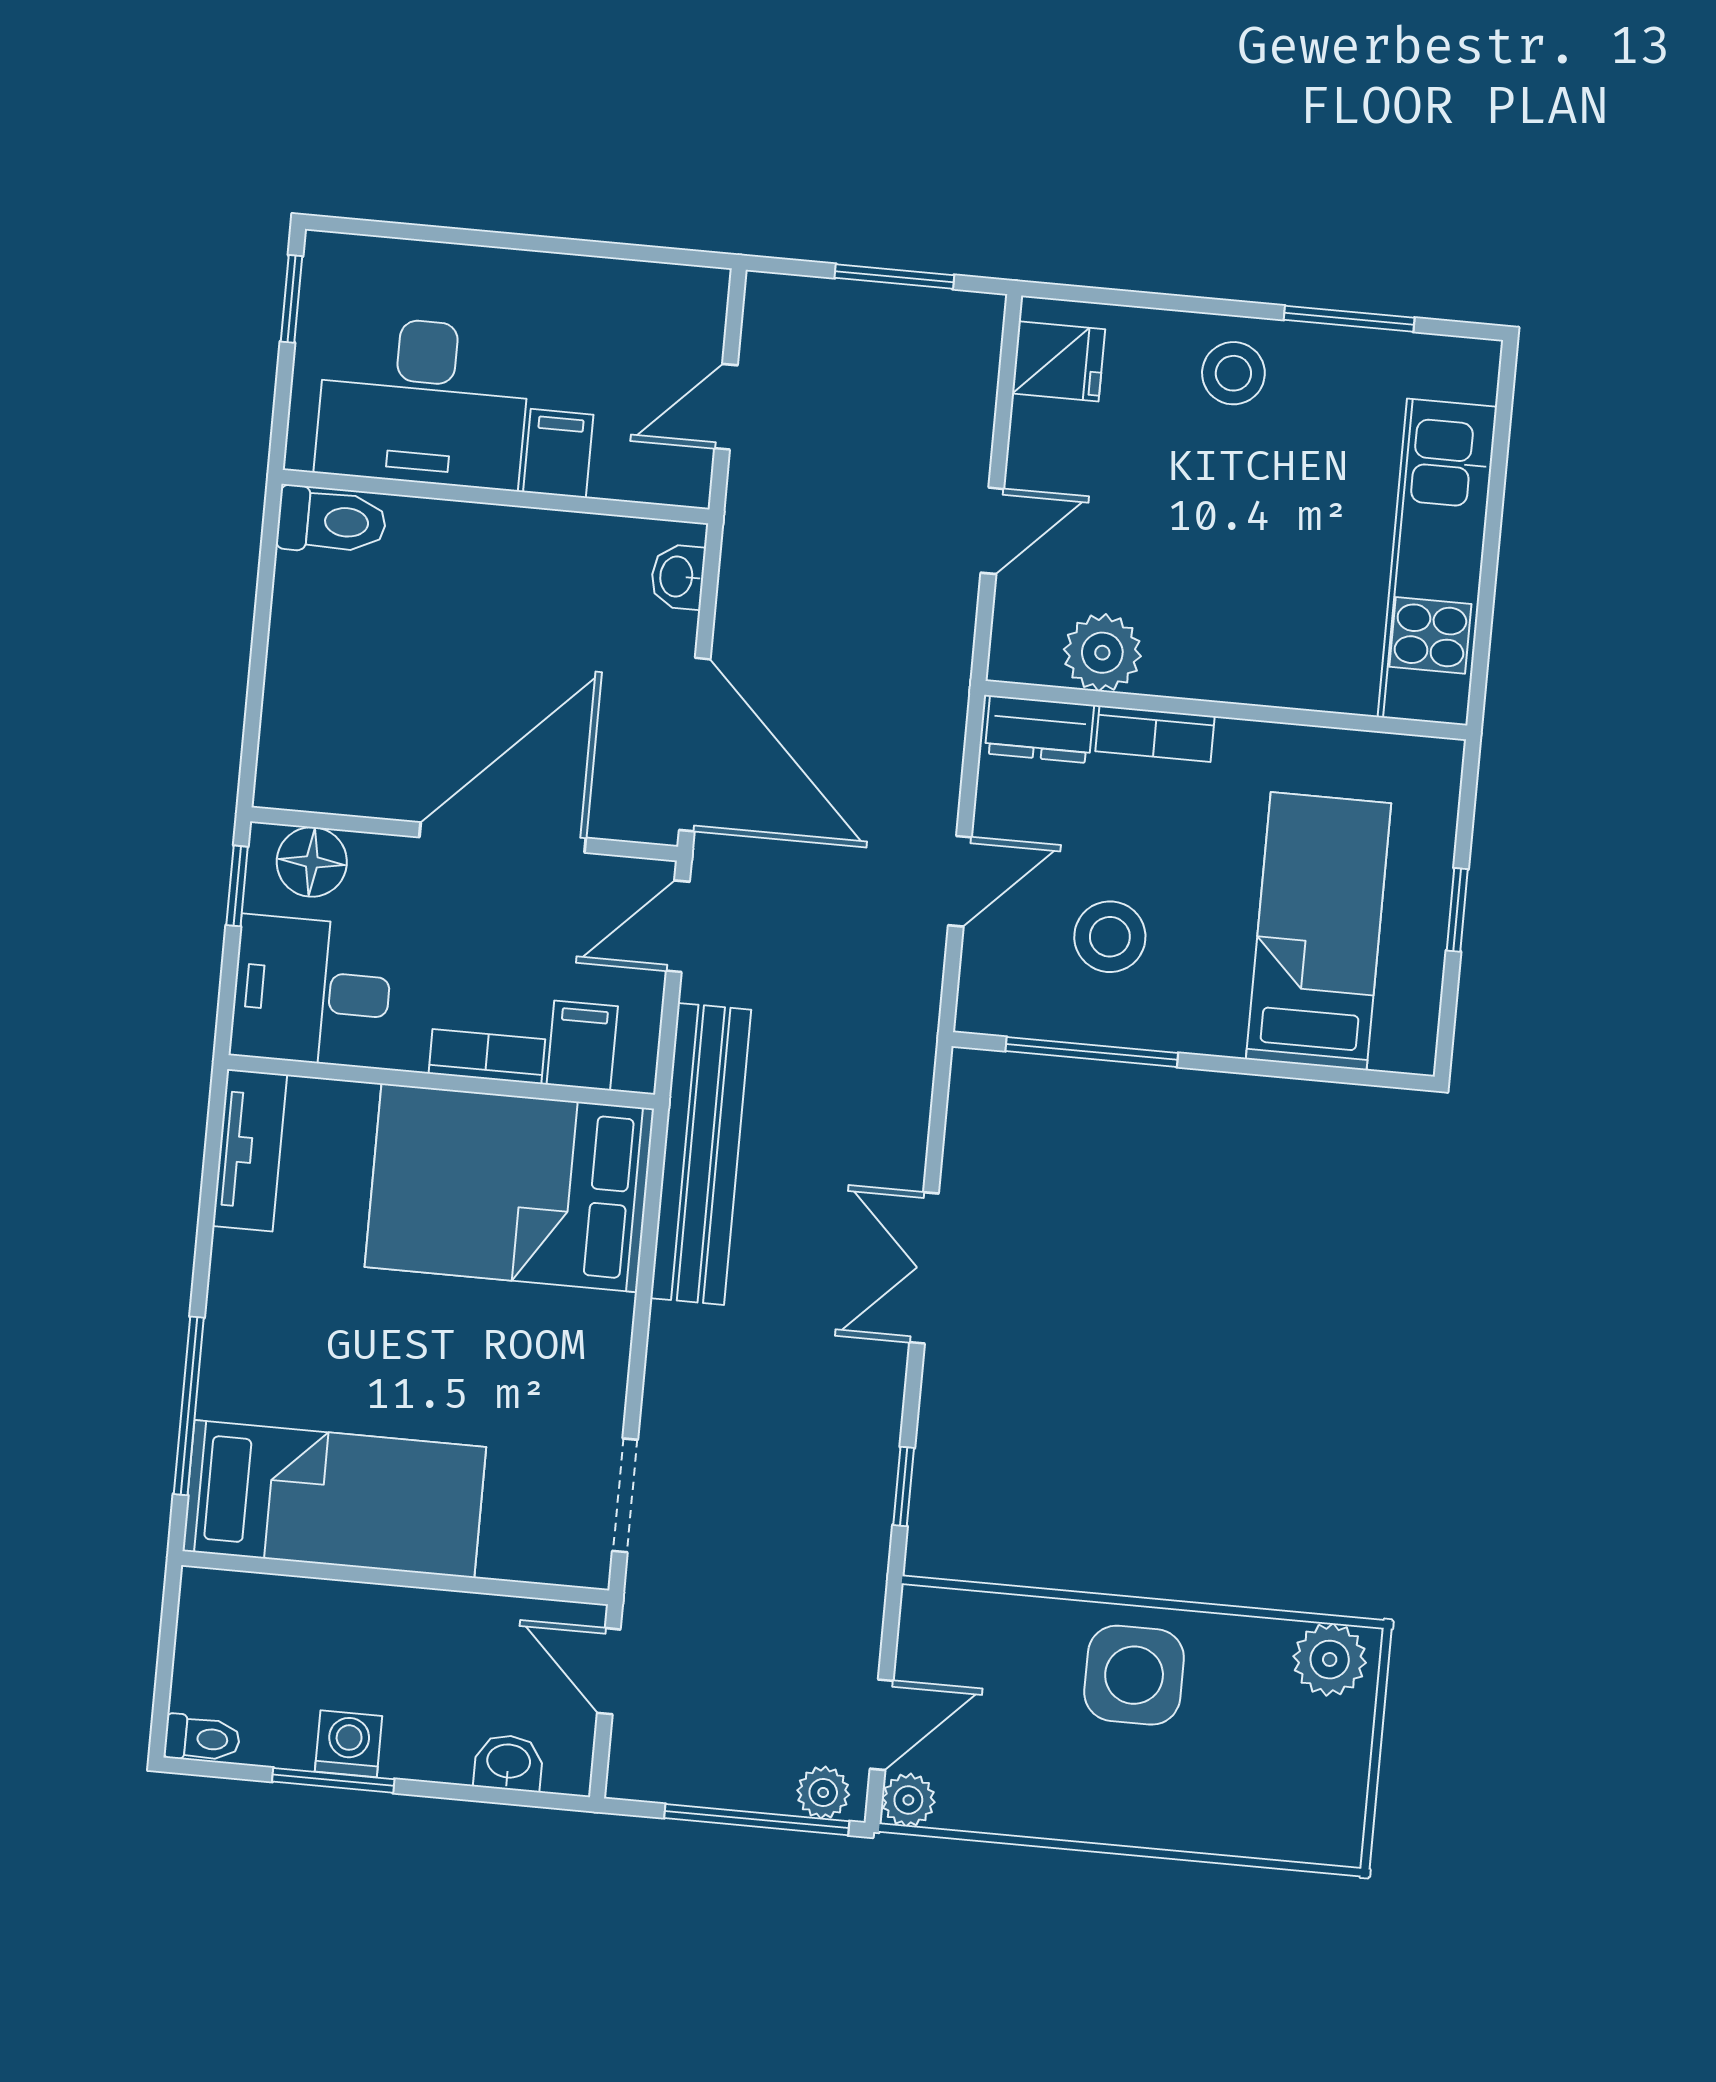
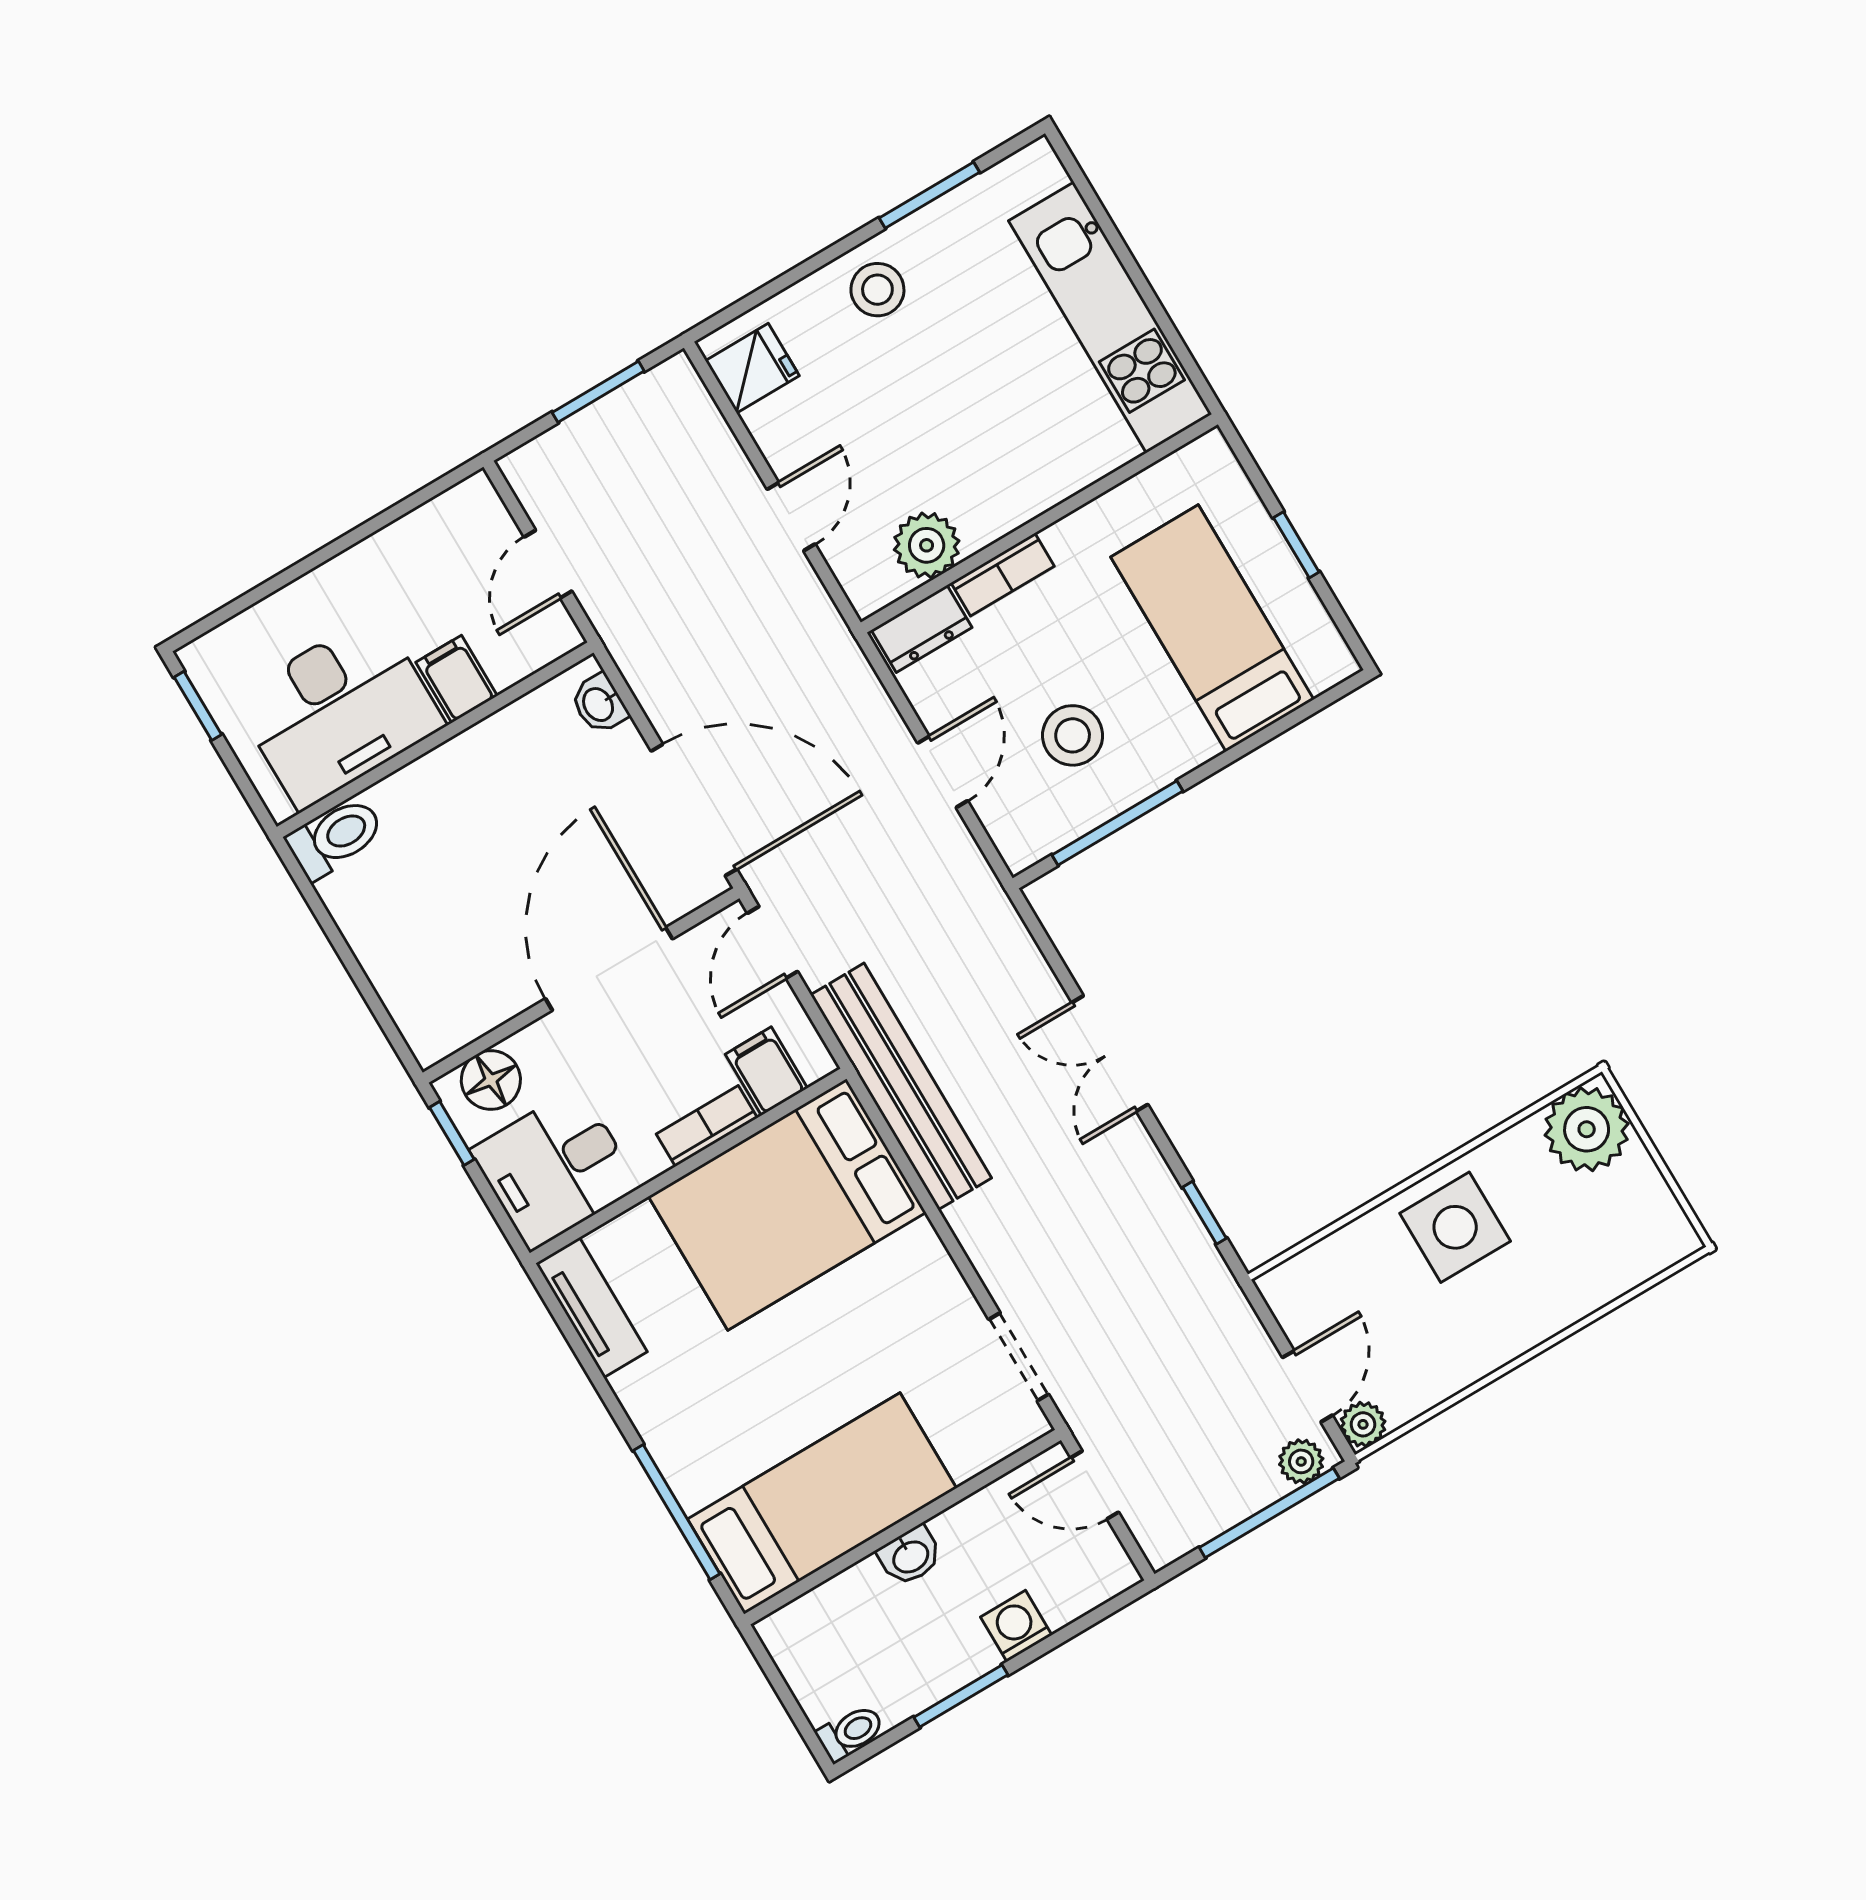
plant: (1330, 1660) -> (1587, 1129), width x1.36, depth x1.36
washing machine: (349, 1744) -> (1016, 1626), moved
washbasin: (508, 1763) -> (910, 1556), moved, turned 180

